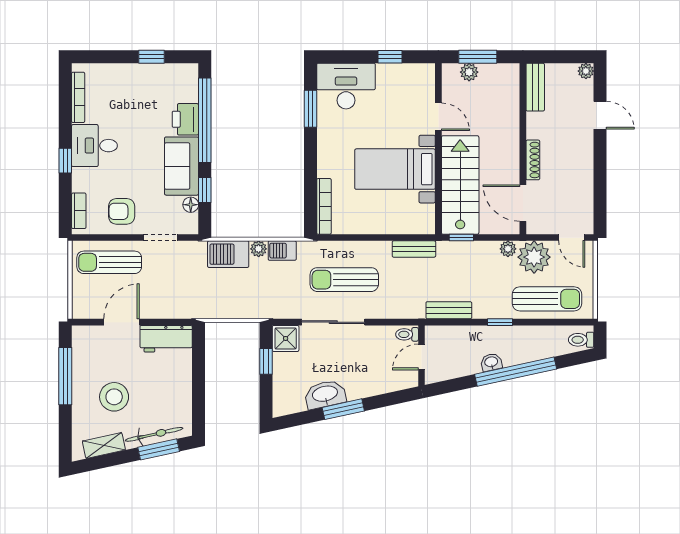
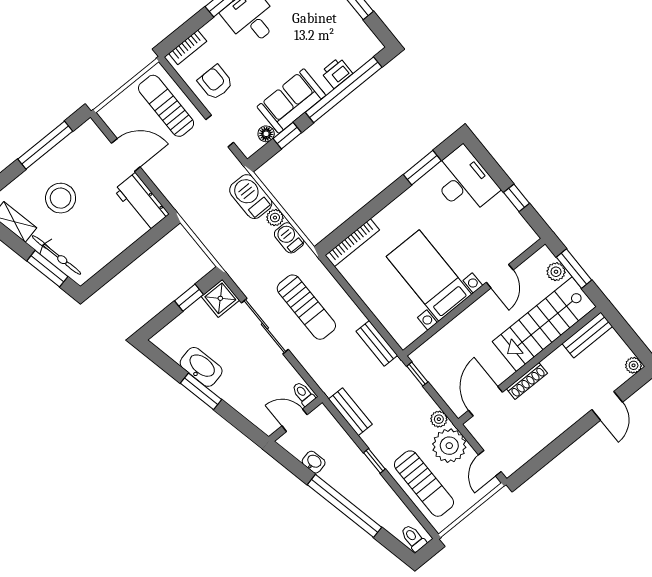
printer: (185, 119) -> (337, 73), width x0.73, depth x0.81
stairs: (460, 185) -> (544, 324), moved, turned 180
sun lounger: (344, 280) -> (306, 307), turned 180
washbasin: (491, 362) -> (314, 462), moved

